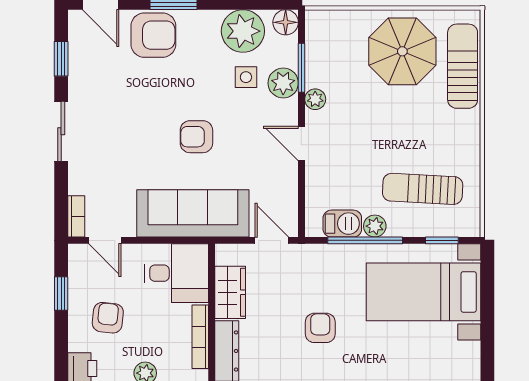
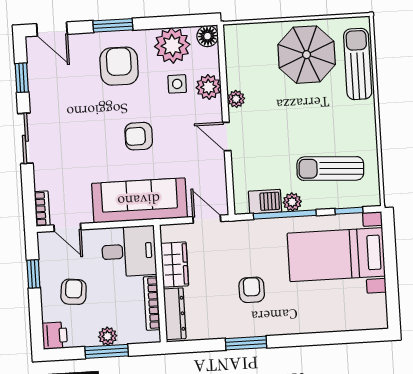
armchair: (153, 35) -> (119, 66), moved, turned -90
window: (301, 68) -> (223, 73), removed

